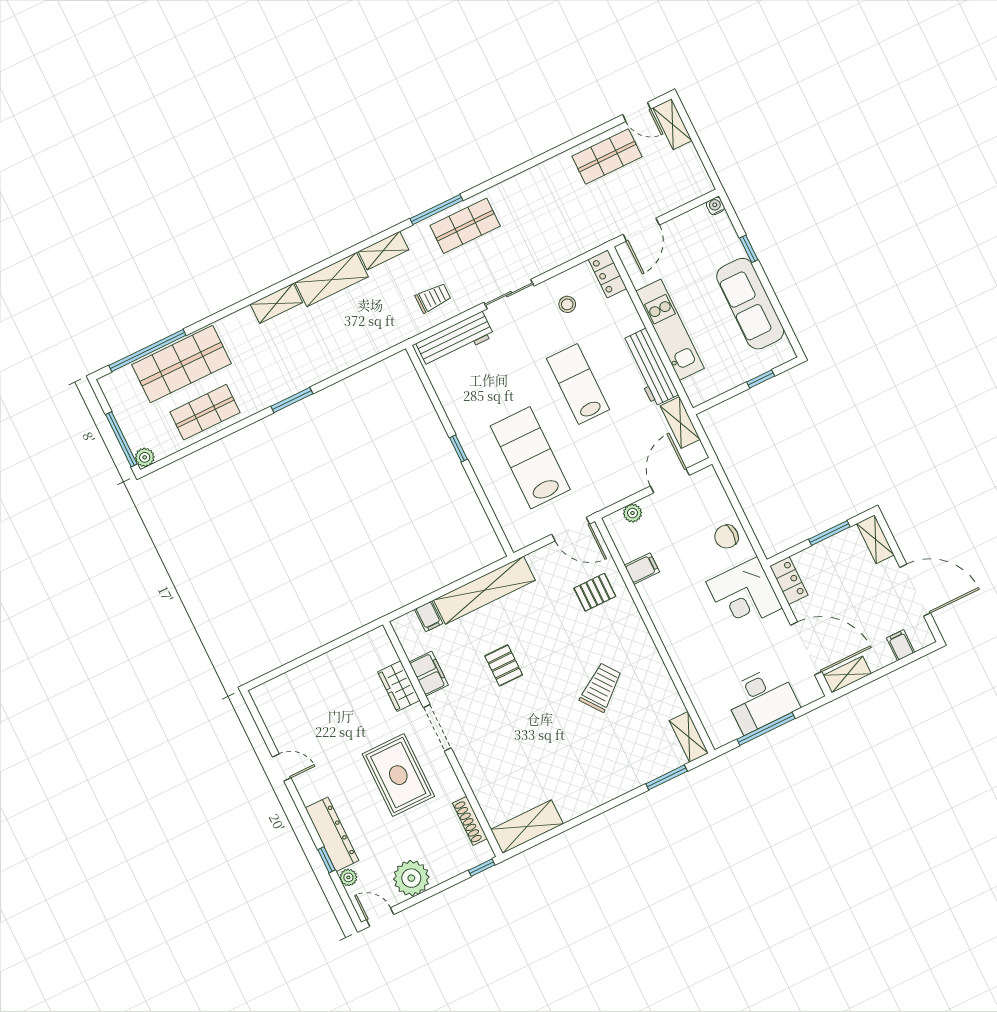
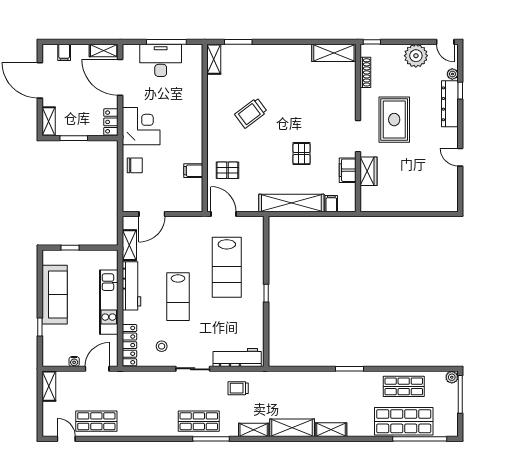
shelving: (672, 124) -> (49, 386), moved
water cooler: (715, 206) -> (74, 361), moved
locker: (607, 274) -> (129, 345), width x1.53
plant: (632, 513) -> (183, 206), removed

